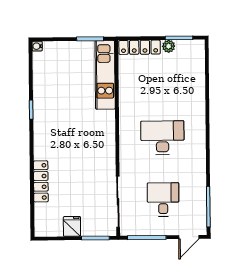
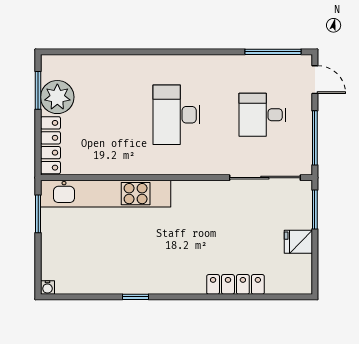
plant: (169, 46) -> (57, 97), width x1.88, depth x1.88
kitchen unit: (105, 75) -> (106, 194), width x1.36

